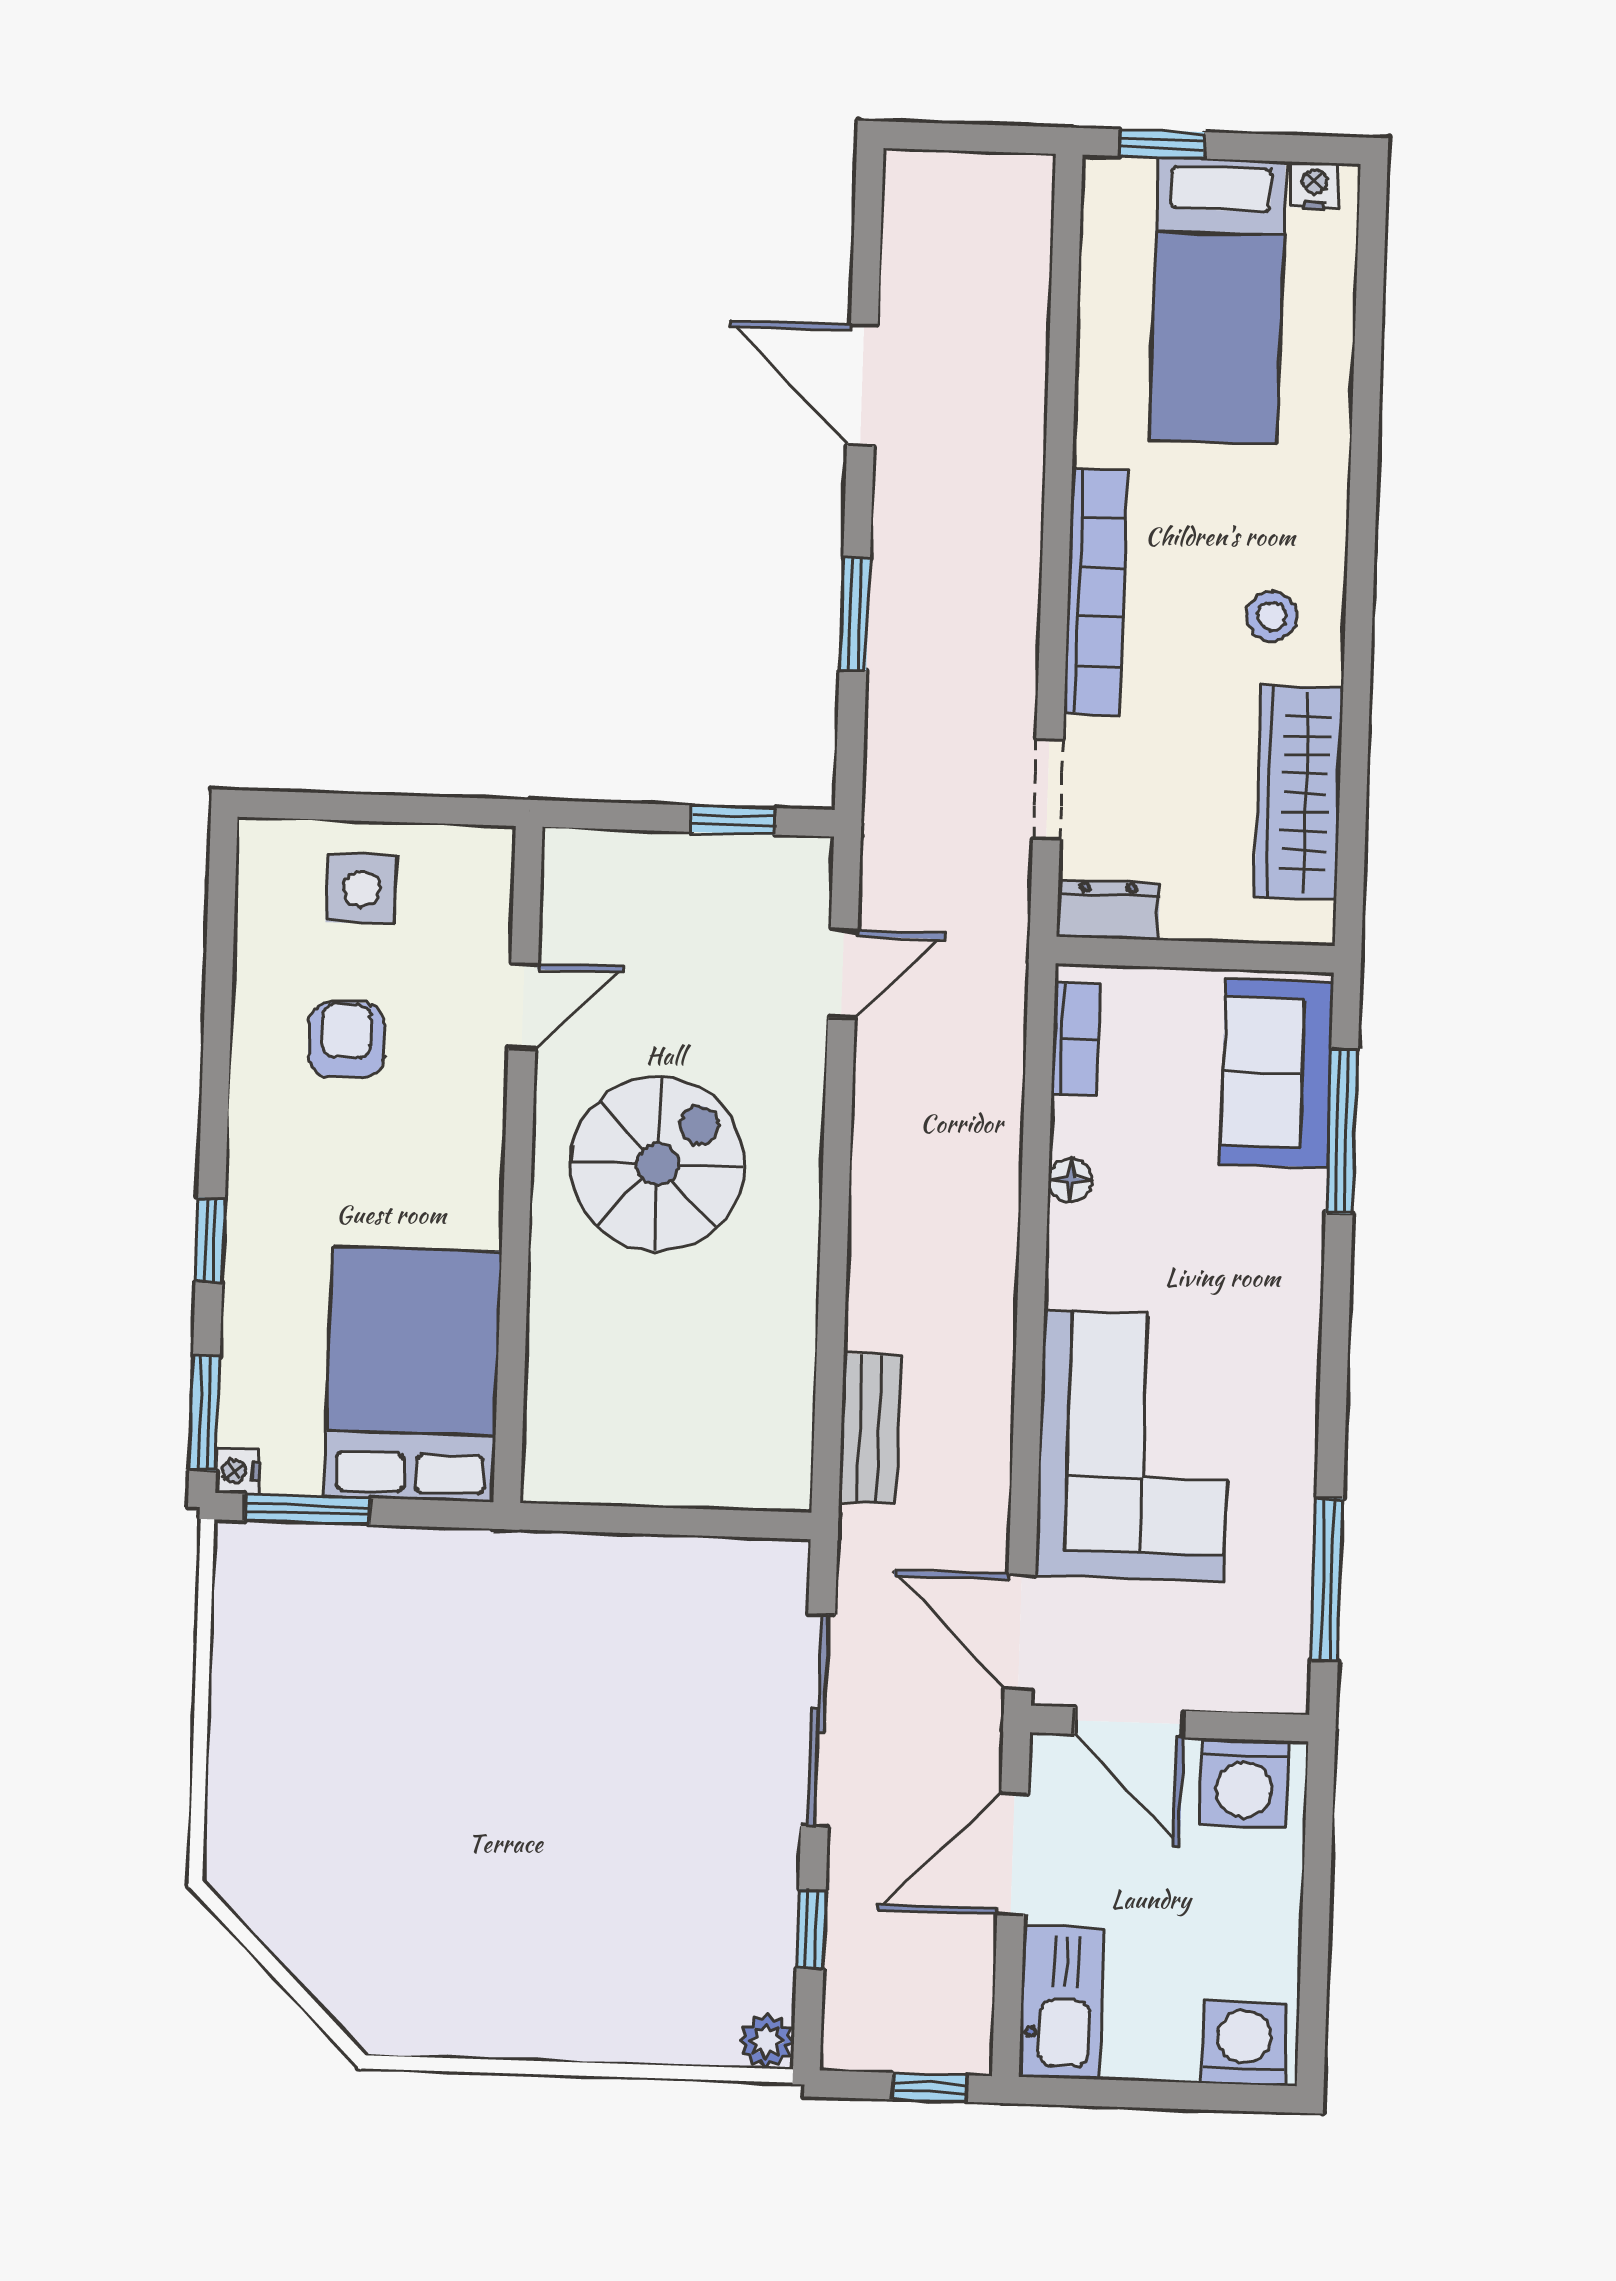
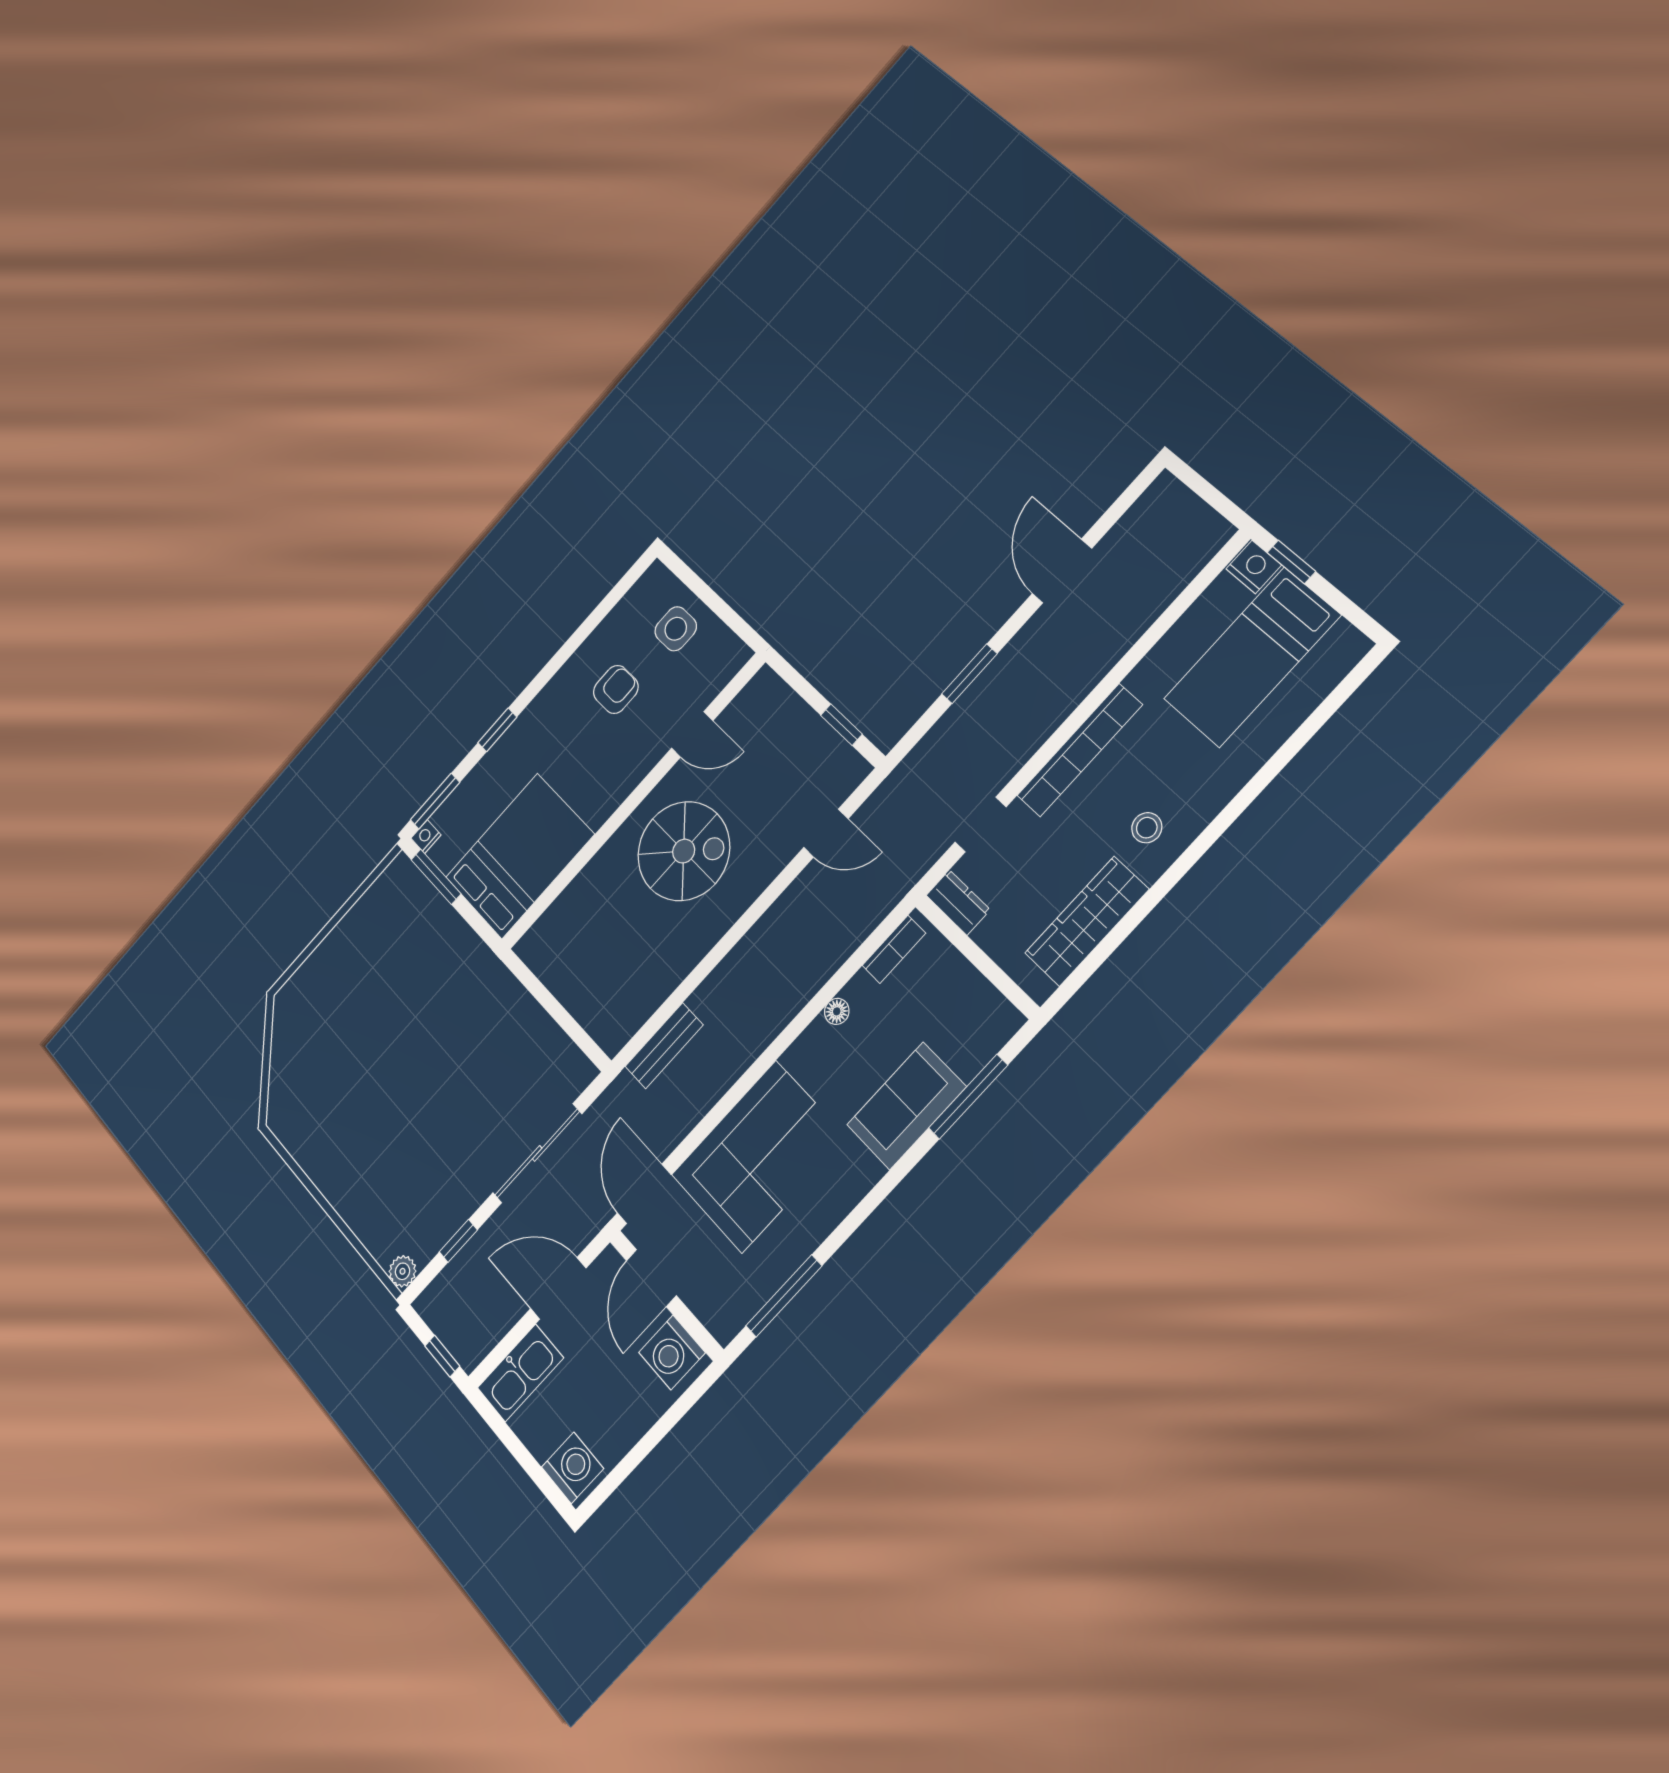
nightstand: (1315, 185) -> (1254, 567), moved, width x1.39, depth x1.35
sofa: (1277, 1073) -> (906, 1106), moved

